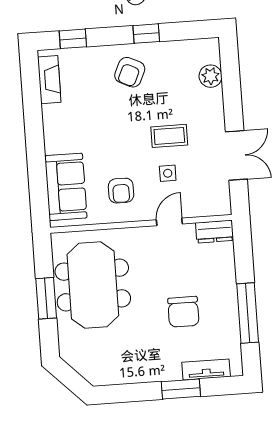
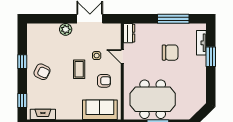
plant: (211, 76) -> (66, 29), moved
coffee table: (169, 136) -> (79, 69), moved

